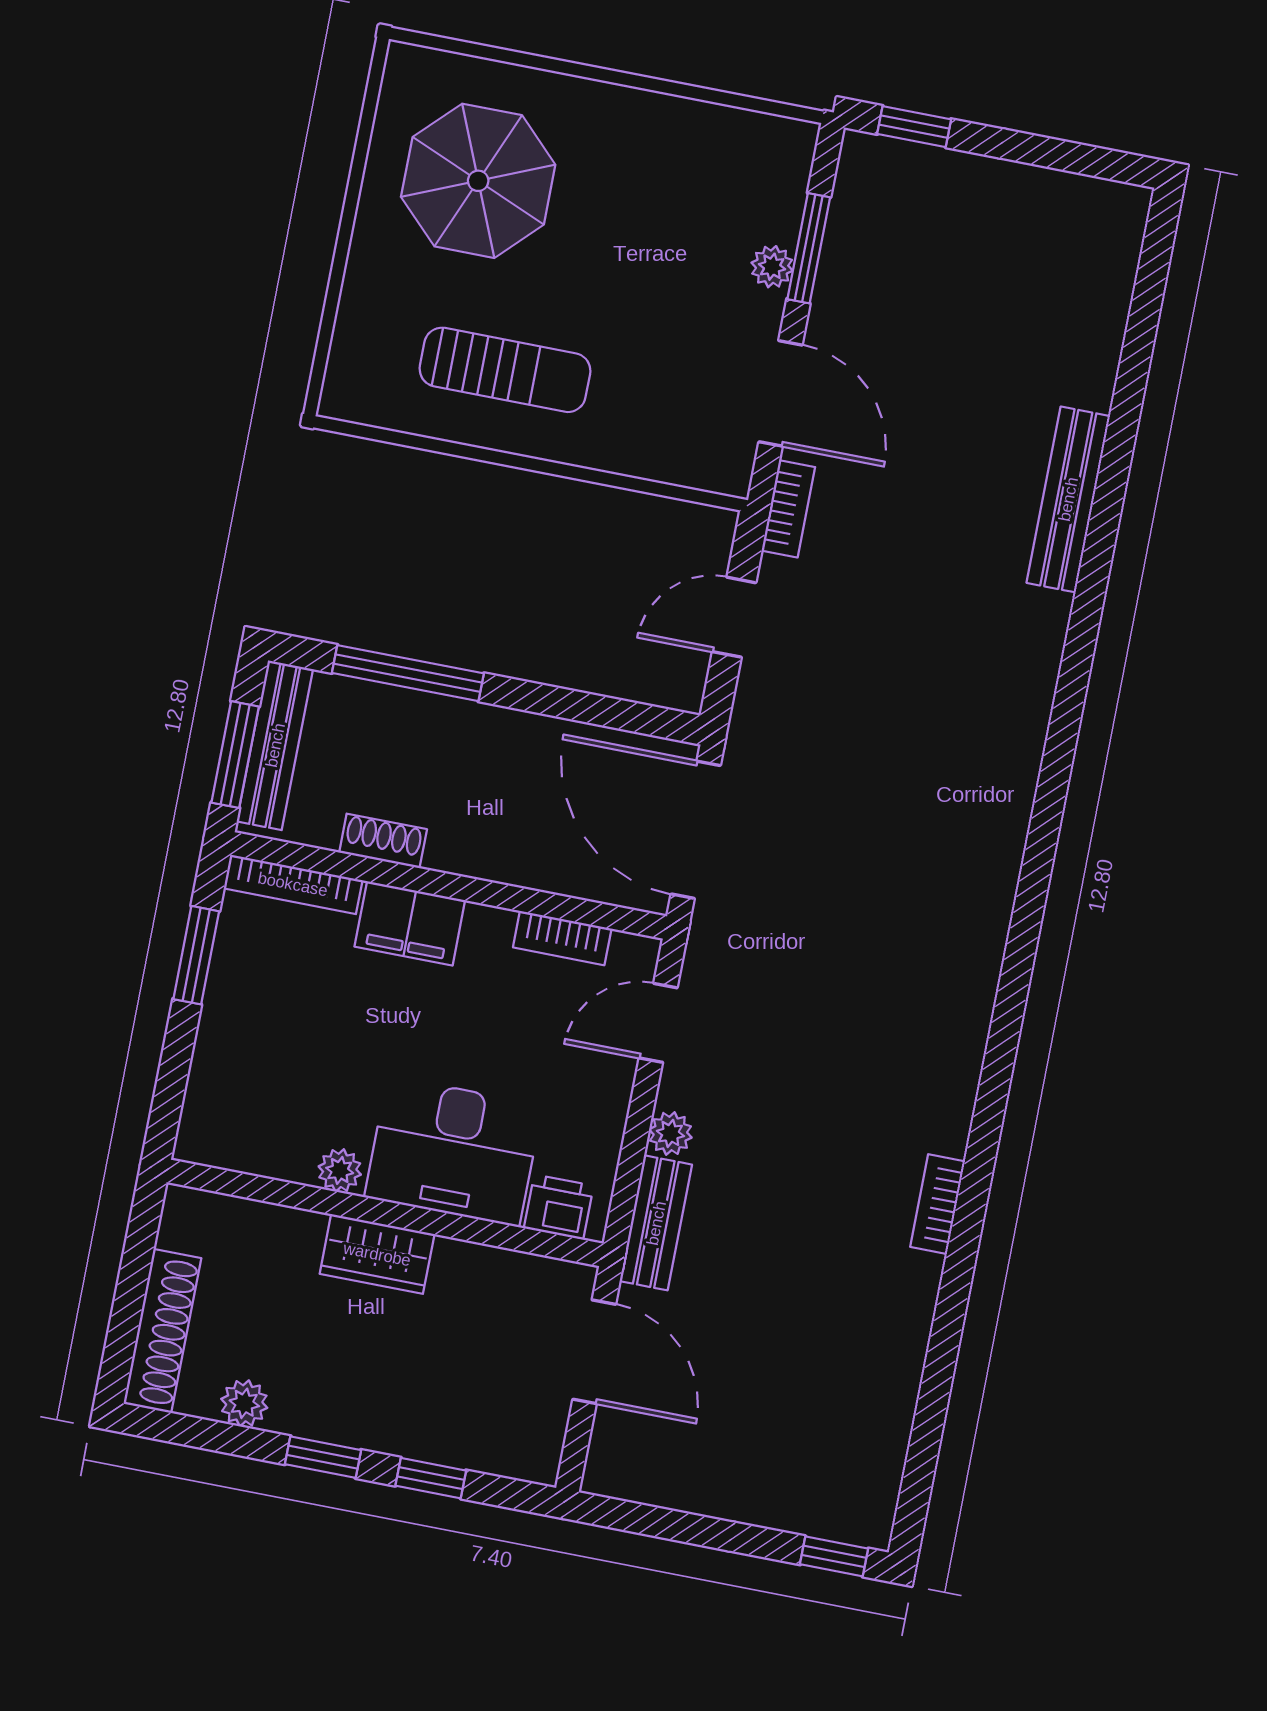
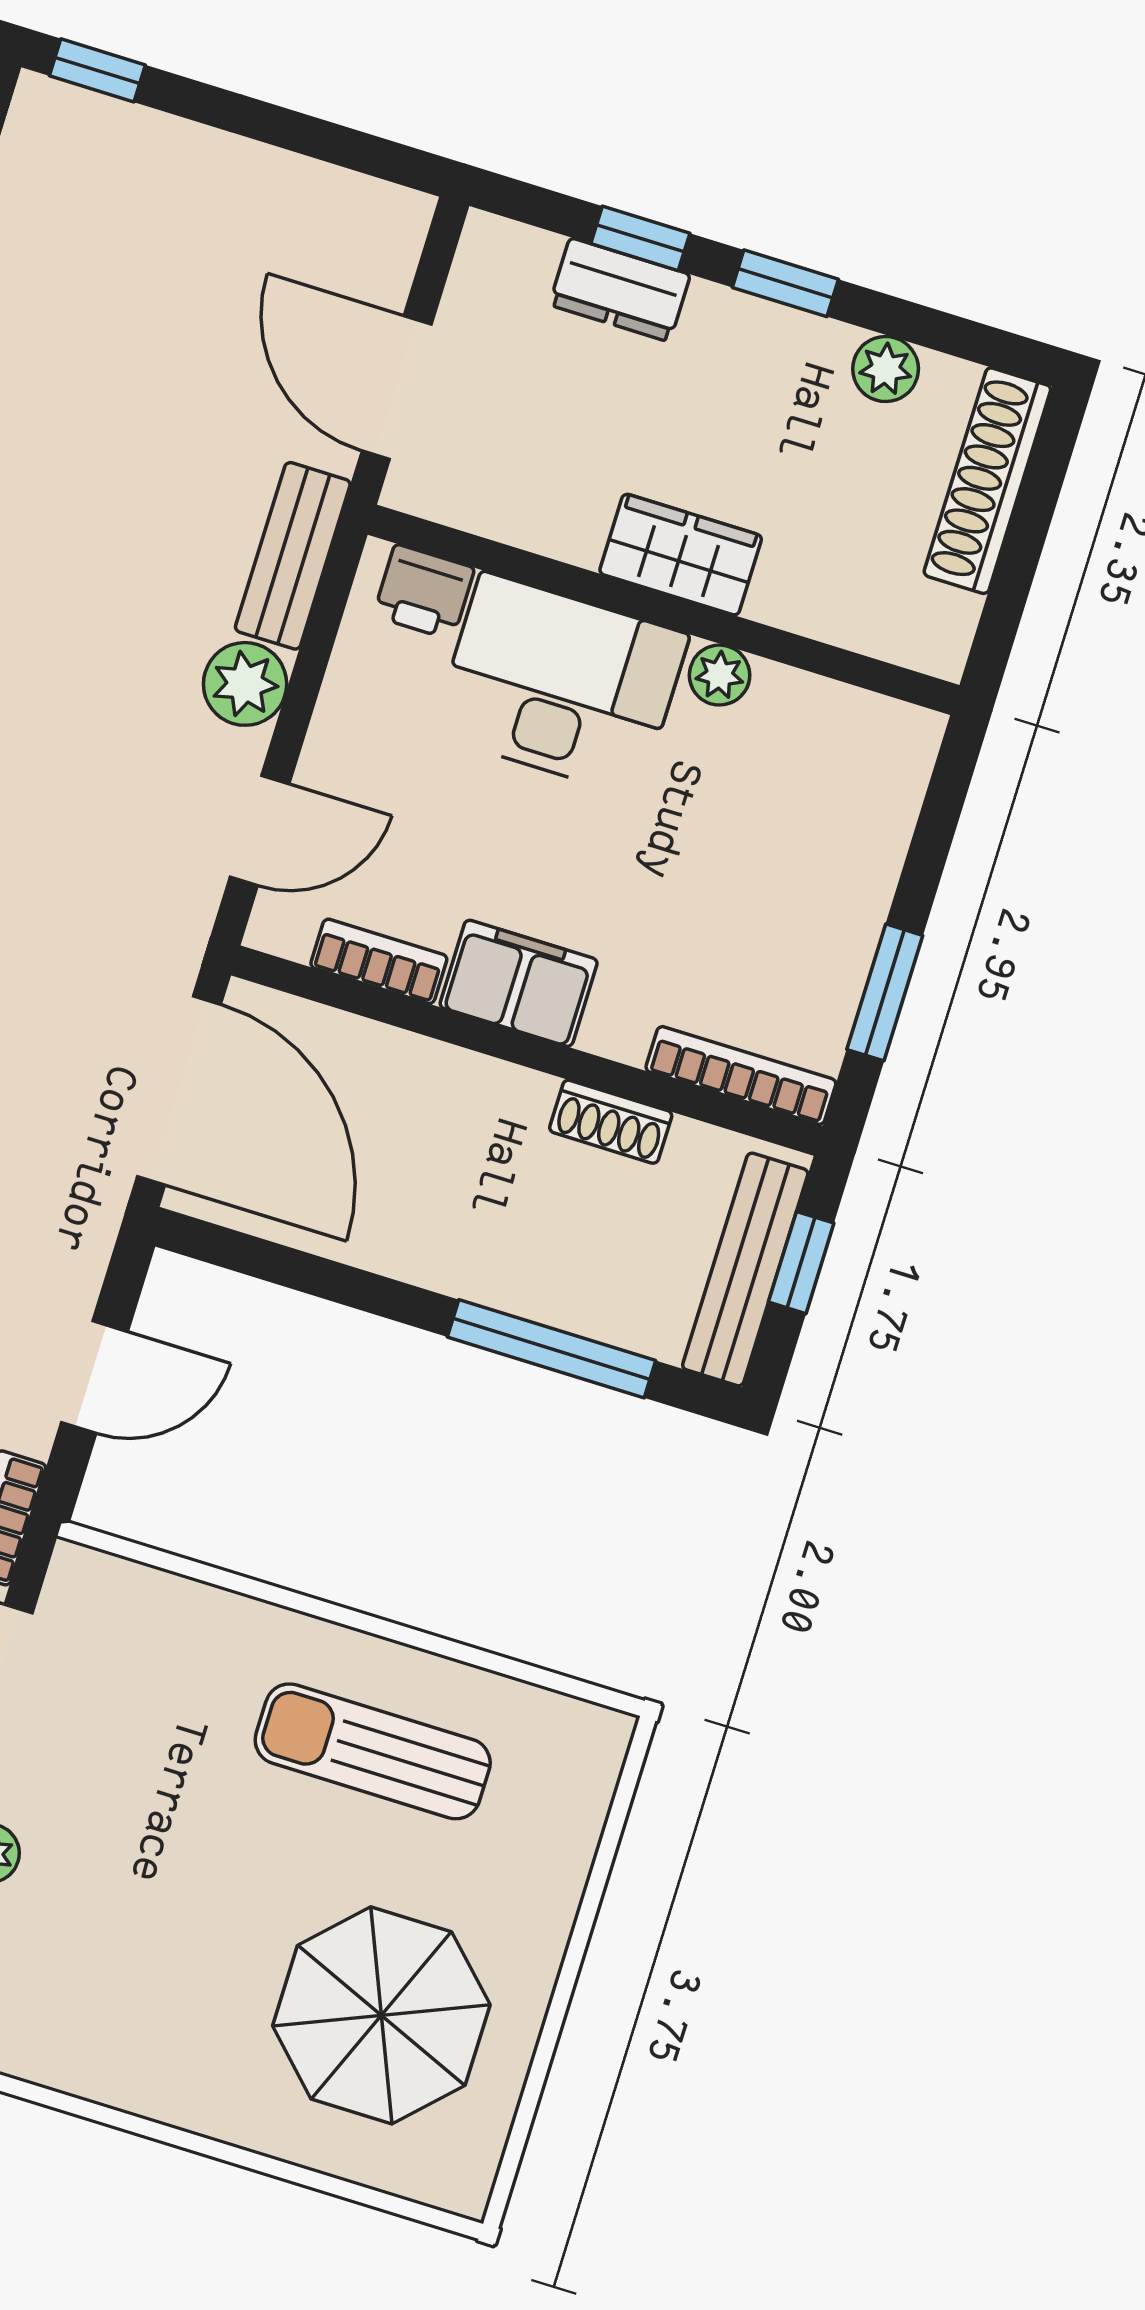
window: (235, 755) -> (801, 1263), width x0.67
filing cabinet: (410, 923) -> (519, 983), moved
plant: (670, 1133) -> (245, 684), width x1.38, depth x1.38
dresser: (441, 1440) -> (620, 290), added

